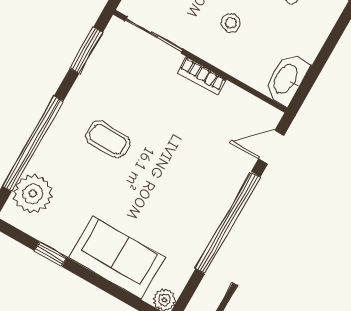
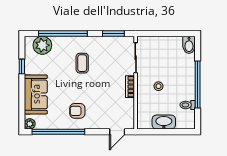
washbasin: (286, 79) -> (164, 122), moved
door: (271, 147) -> (117, 132), swing flipped
armchair: (191, 198) -> (77, 111), added
window: (228, 223) -> (58, 132), moved

